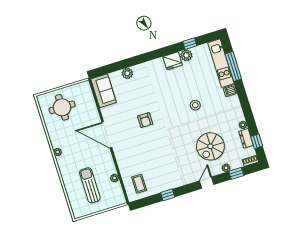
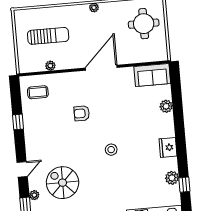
fridge: (172, 61) -> (168, 147), moved
stool: (195, 105) -> (111, 150), moved
armchair: (145, 120) -> (82, 113), moved
door: (207, 183) -> (22, 169), hinge flipped

